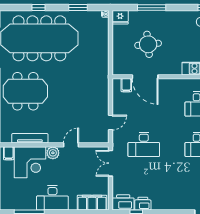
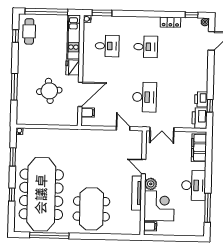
fridge: (120, 17) -> (73, 67), moved, turned 180
tv unit: (30, 138) -> (137, 193), moved

